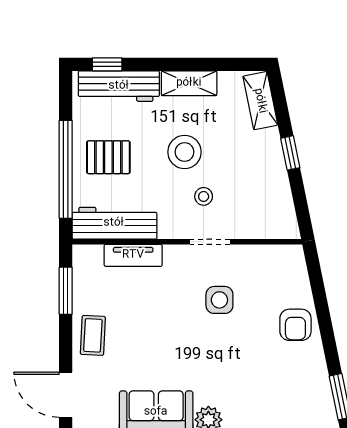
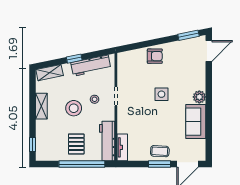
workbench: (119, 86) -> (91, 66), moved, turned 78
tv unit: (133, 255) -> (122, 147), moved
window: (66, 291) -> (159, 164), moved
side table: (219, 300) -> (161, 94), moved

